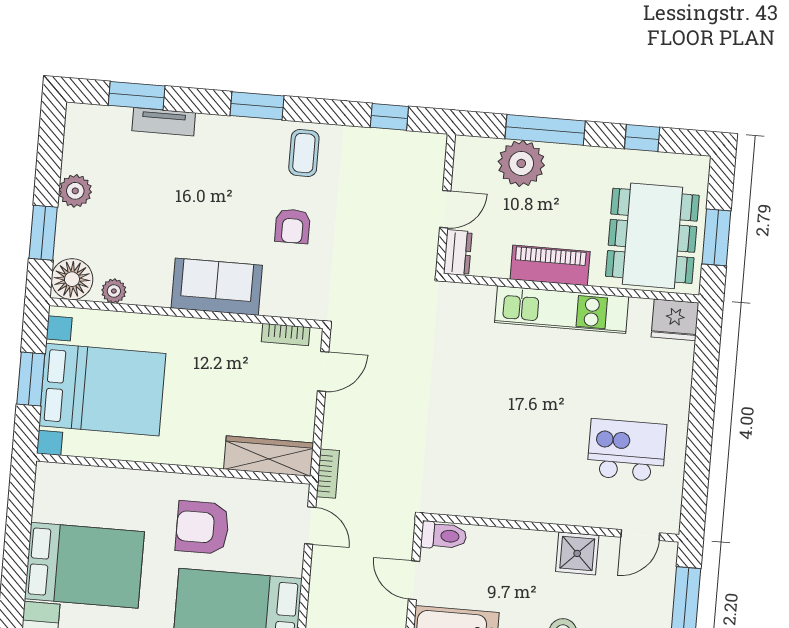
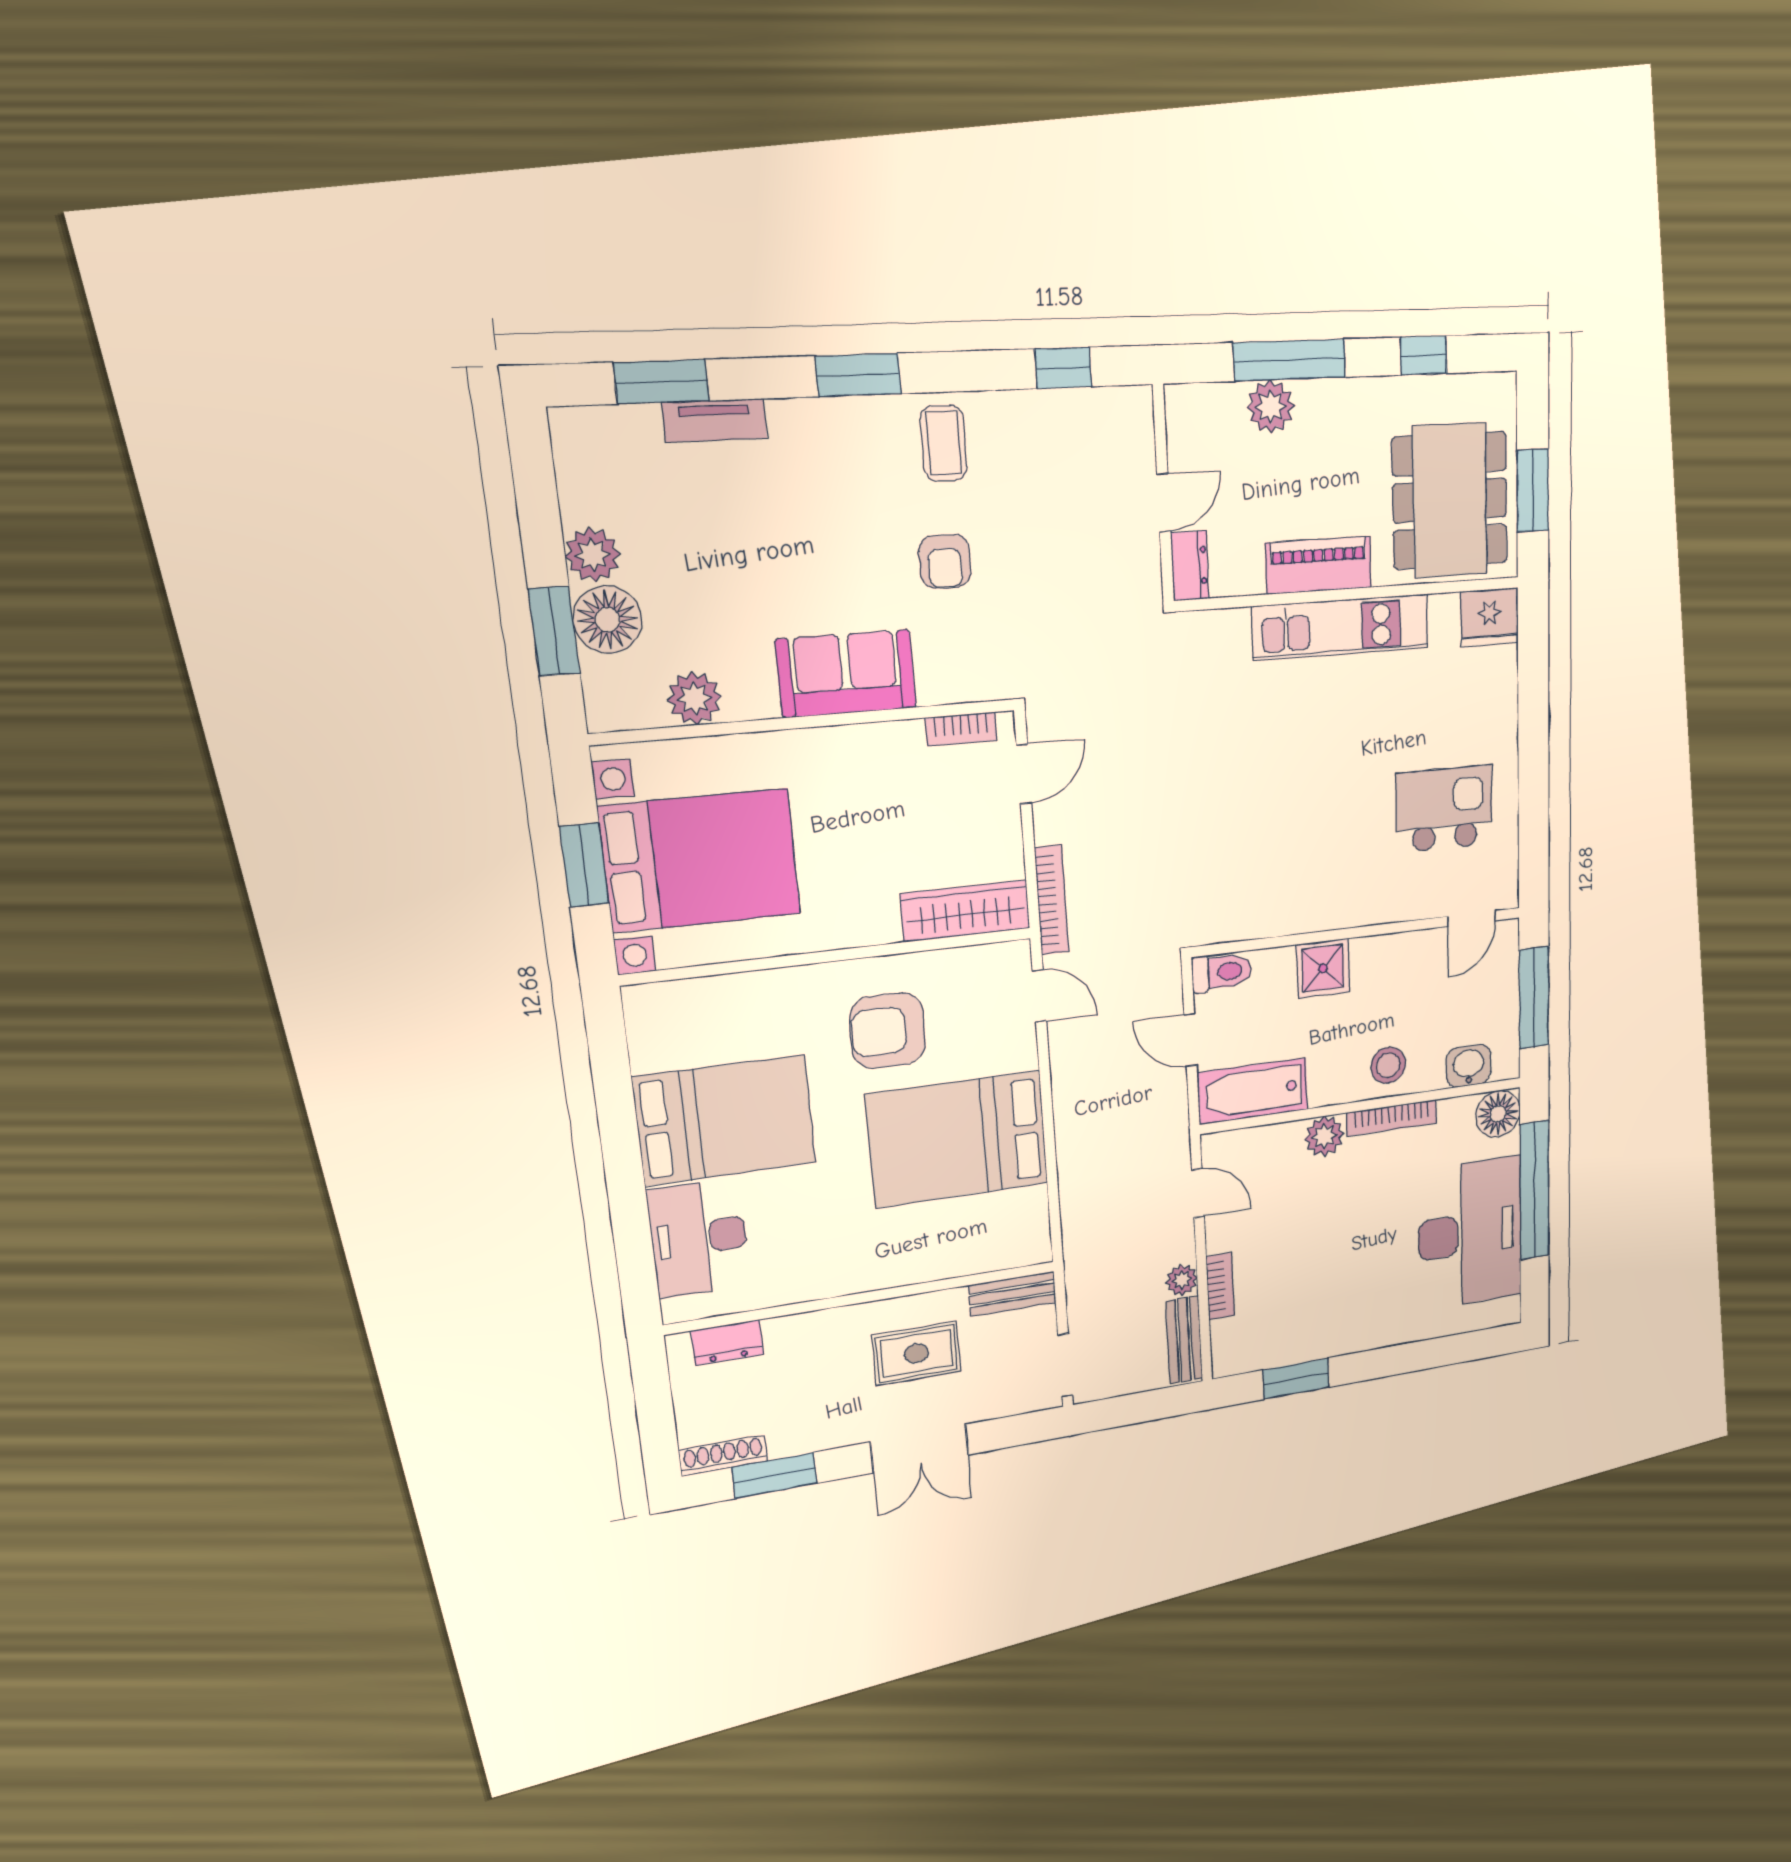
plant: (521, 163) -> (1271, 407), width x0.73, depth x0.73
floor lamp: (72, 279) -> (607, 620), moved
plant: (114, 291) -> (694, 698), width x1.38, depth x1.38
bookcase: (328, 474) -> (1052, 900), width x1.56
shower: (577, 553) -> (1323, 968), moved

